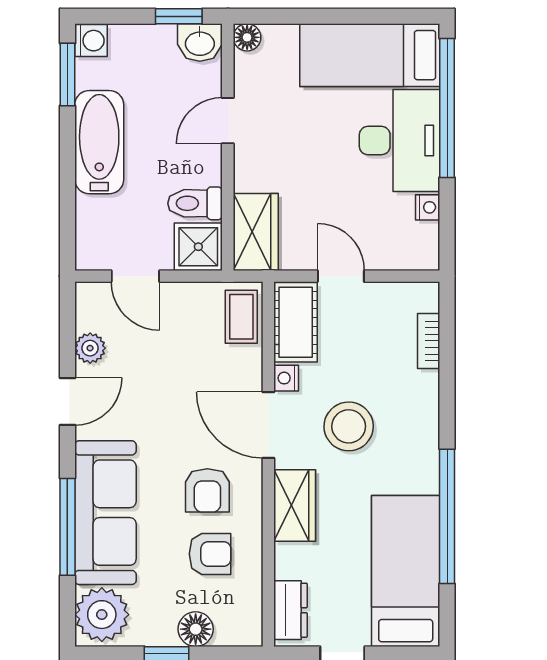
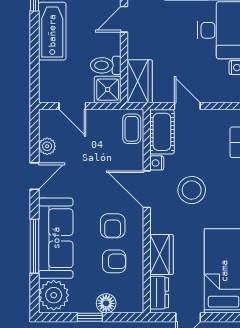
wardrobe: (295, 505) -> (161, 255), moved

